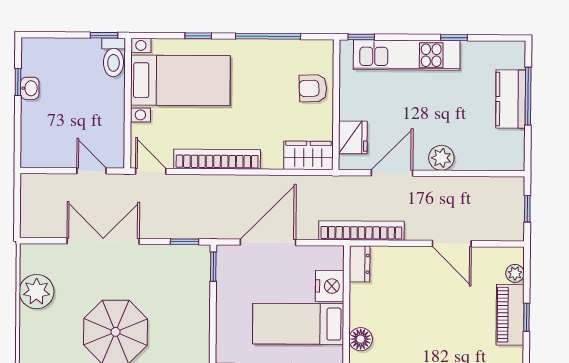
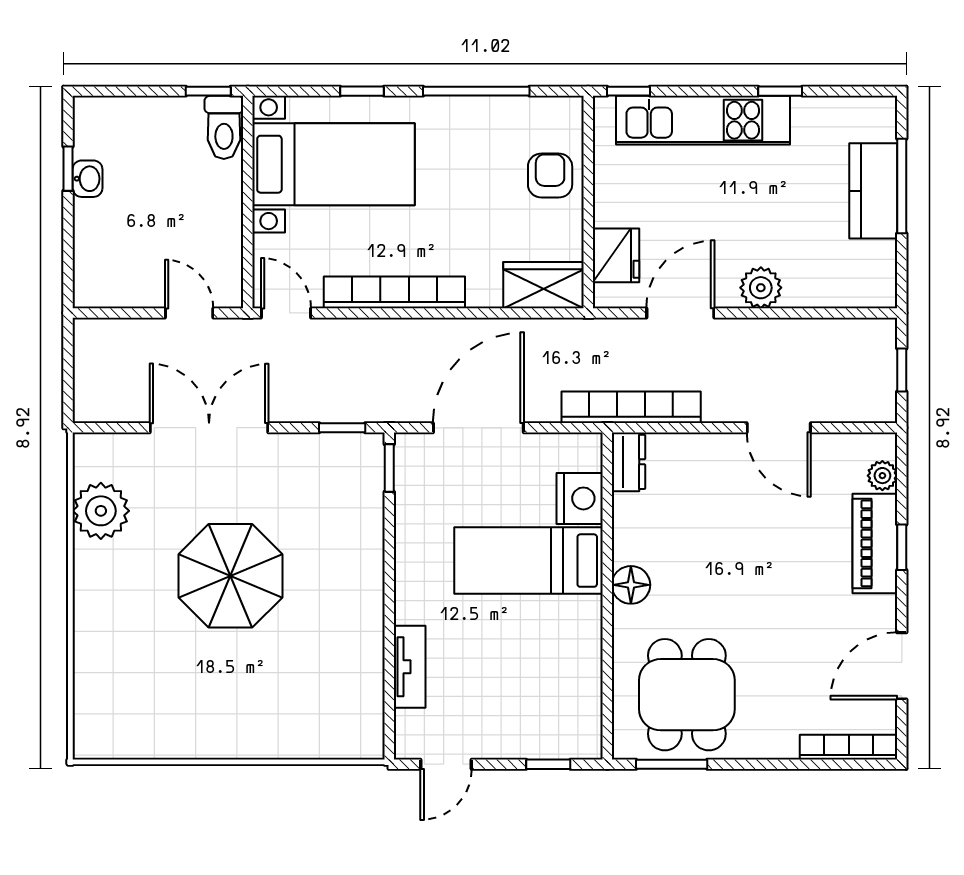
armchair: (313, 88) -> (550, 175), turned 92

